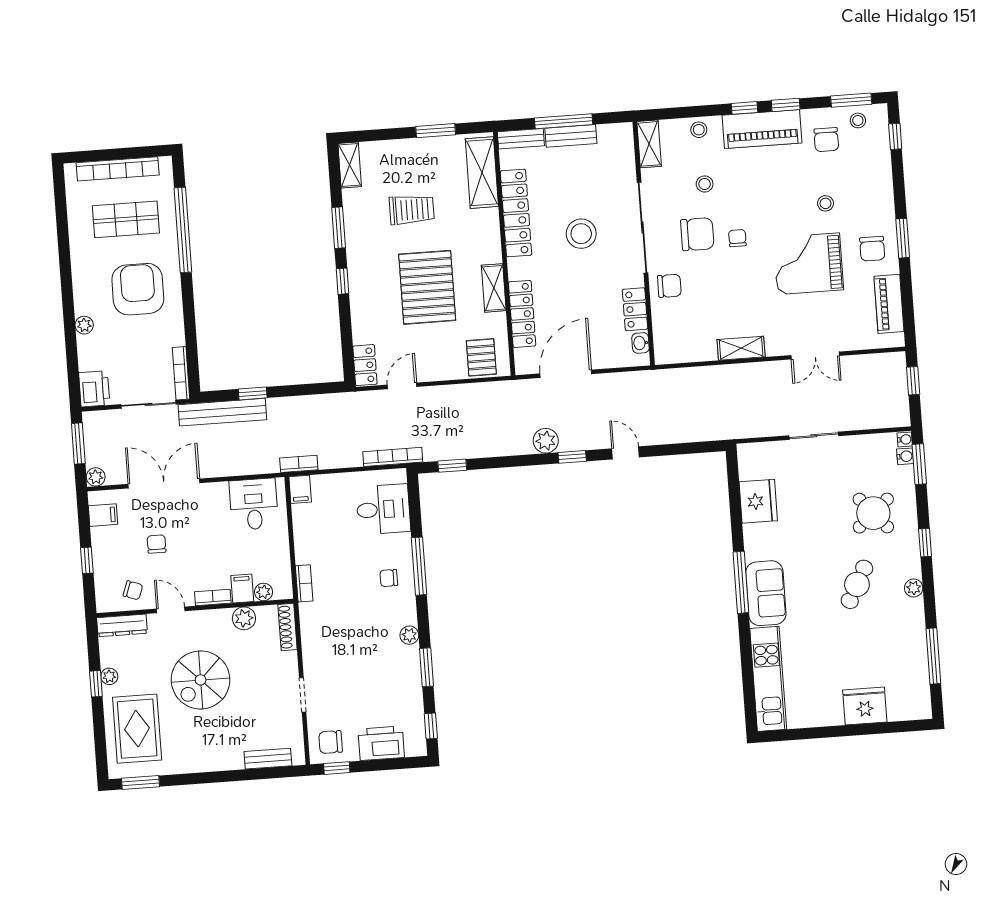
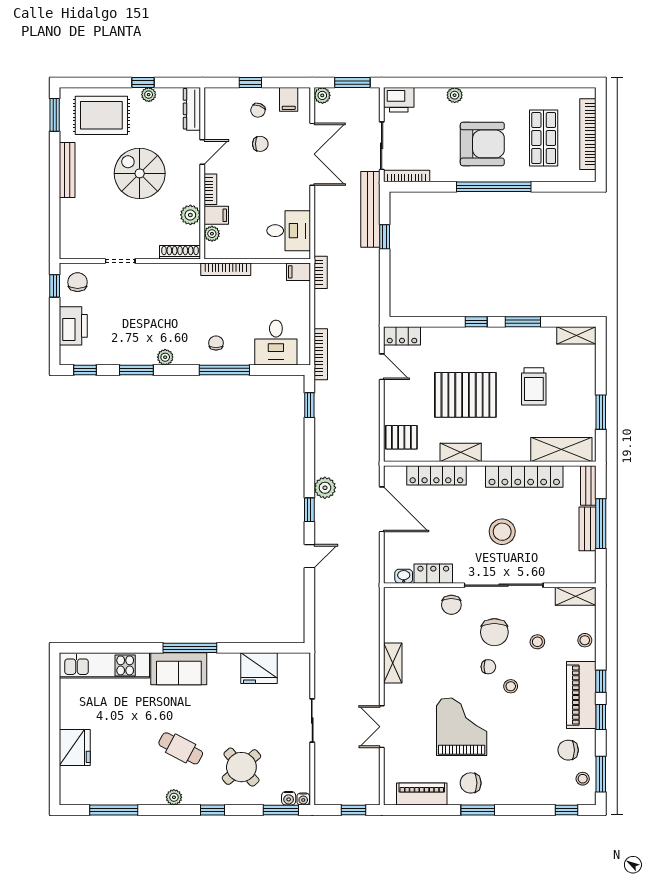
stool: (826, 203) -> (511, 686), moved
window: (183, 230) -> (494, 187), moved
bookcase: (304, 583) -> (226, 269), width x1.56
chair: (133, 590) -> (258, 110), moved
bench: (268, 759) -> (67, 170), moved, width x1.36

